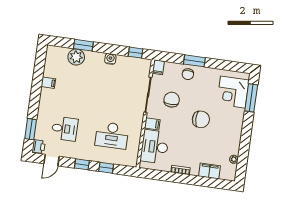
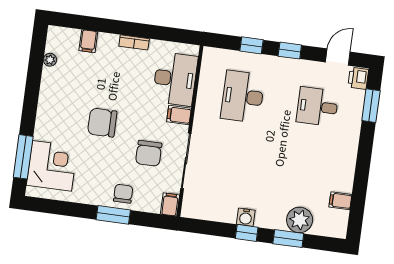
window: (135, 53) -> (247, 233), moved
filing cabinet: (48, 83) -> (340, 201), moved
desk: (112, 135) -> (243, 97), turned -90
filing cabinet: (209, 171) -> (88, 41), width x0.50

